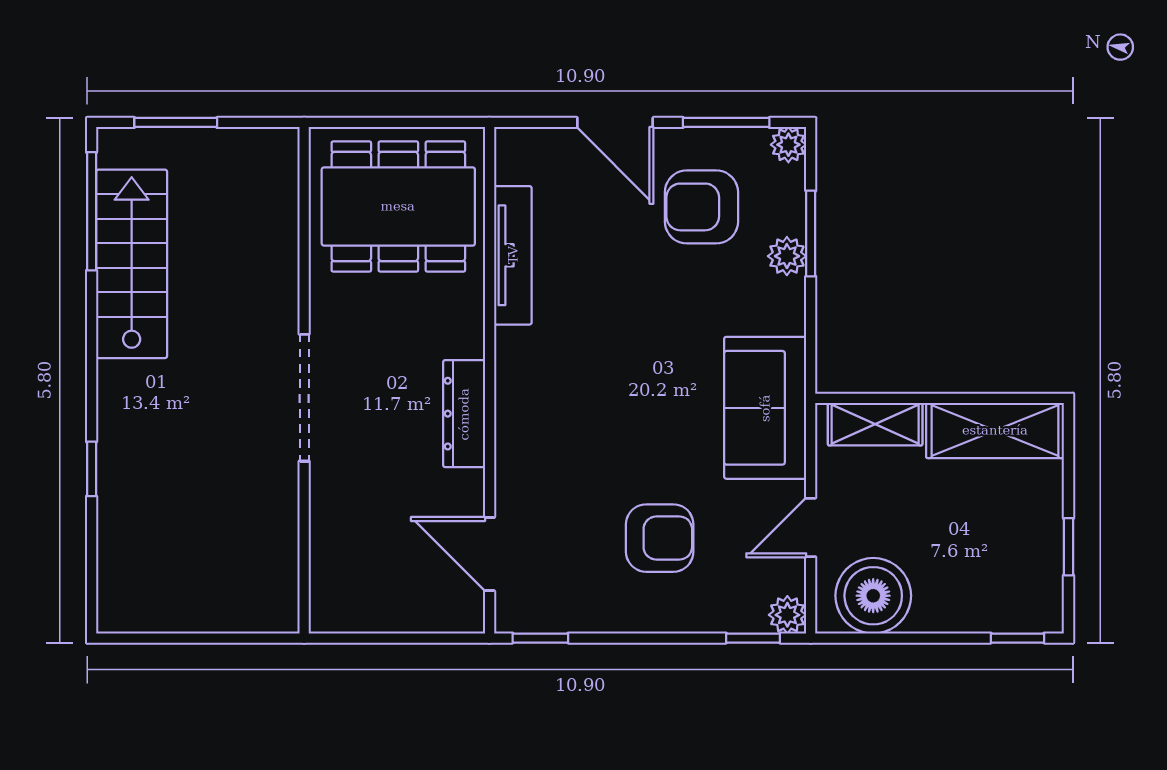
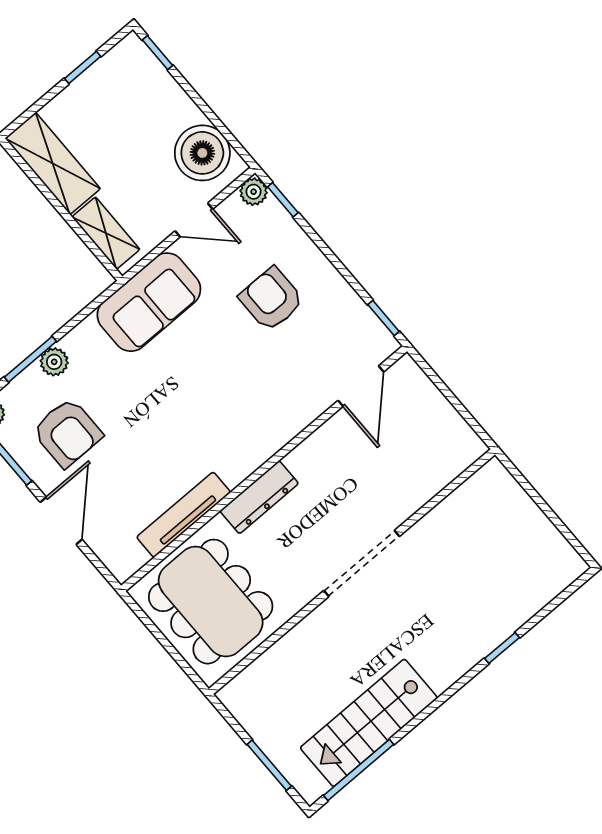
dresser: (464, 414) -> (259, 497), moved

